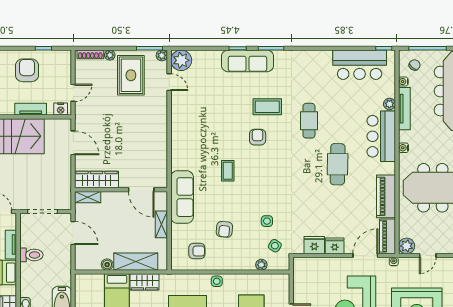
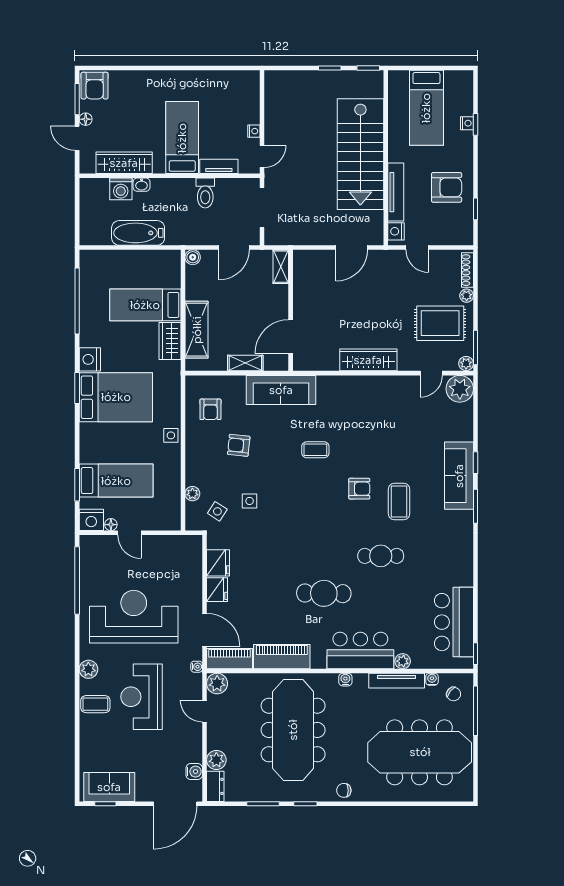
tv unit: (31, 109) -> (396, 192), width x1.41
wardrobe: (97, 180) -> (368, 360), moved, turned -90
boiler: (107, 265) -> (193, 257), moved

